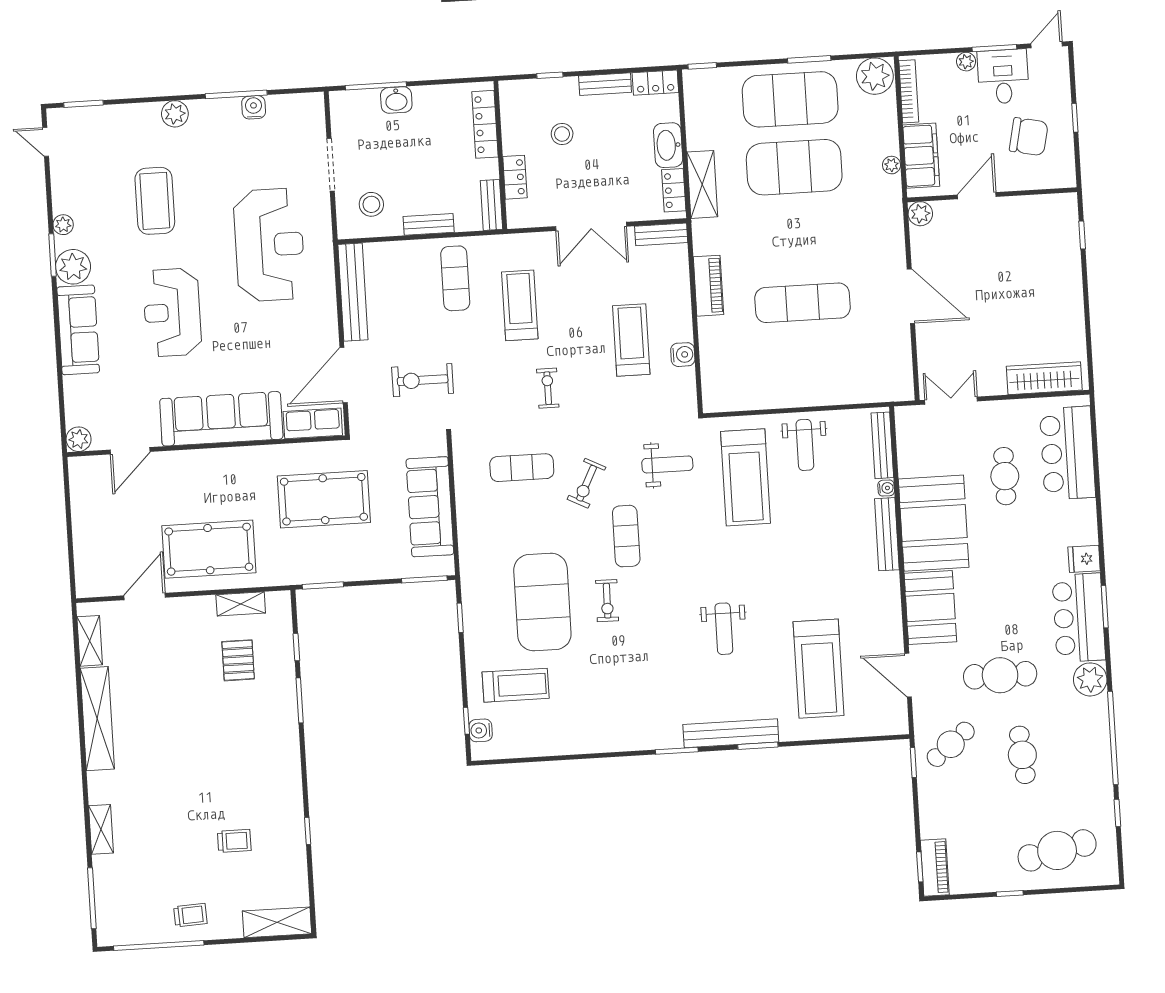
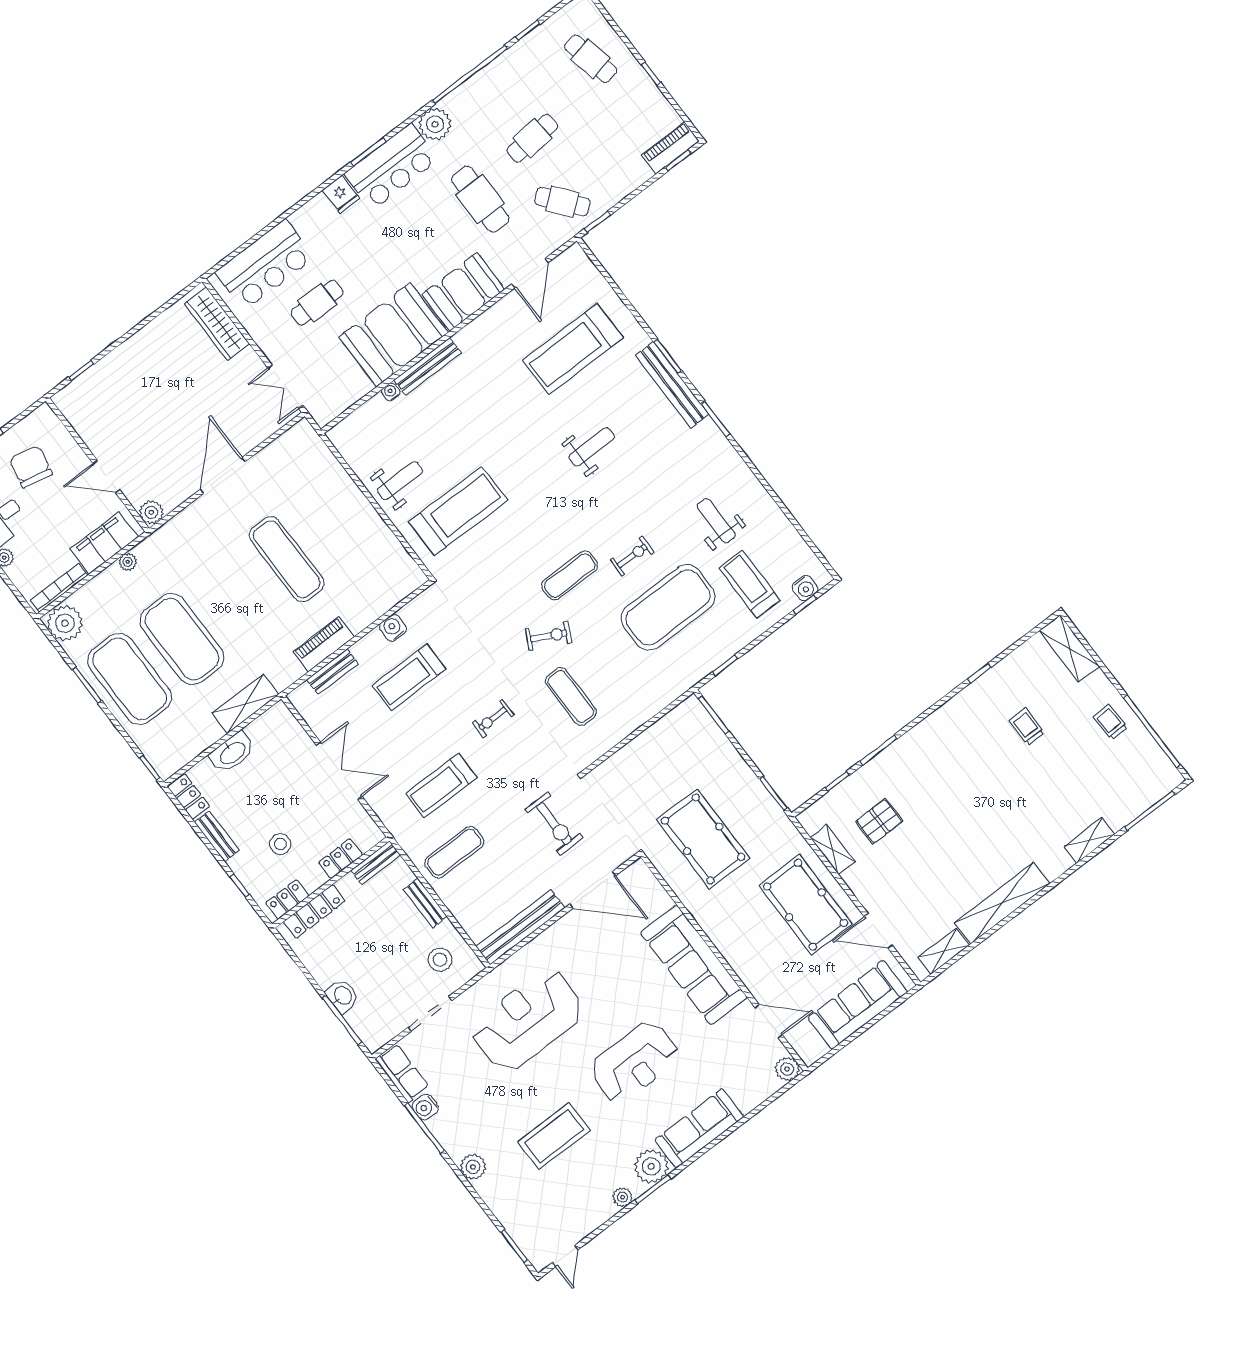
locker: (674, 190) -> (287, 900), moved, turned 180
bench: (661, 234) -> (332, 672), moved, turned 90
row of seats: (313, 423) -> (402, 1073), moved, turned 180
bench: (882, 445) -> (358, 418), removed
weight bench: (667, 464) -> (716, 521), moved
sofa: (430, 507) -> (858, 1005), moved, turned 180
treadmill: (819, 669) -> (573, 349), turned 180
cafe table: (1057, 850) -> (591, 59), width x0.73, depth x0.74

